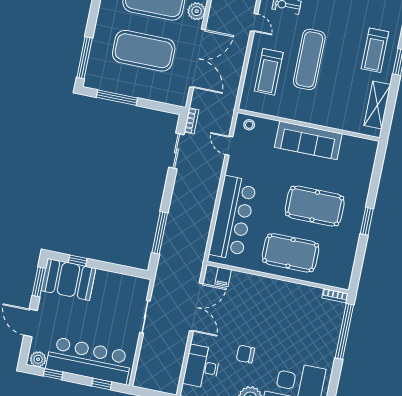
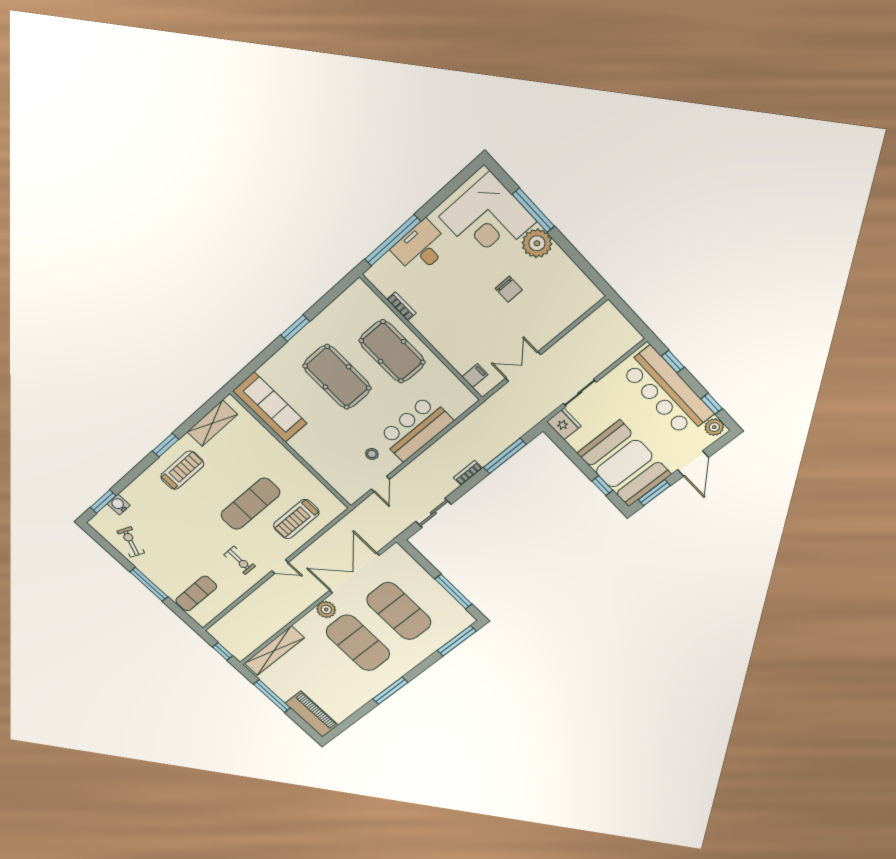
door: (254, 22) -> (280, 567), swing flipped
treadmill: (269, 72) -> (296, 519), turned 180
bookcase: (191, 121) -> (468, 473), moved
stool: (249, 125) -> (372, 454), moved
sofa: (308, 140) -> (270, 407), moved
bar counter: (233, 218) -> (415, 429), width x0.73
booth: (68, 279) -> (624, 464), width x1.36, depth x1.42
fridge: (138, 286) -> (564, 424), added
bookcase: (335, 296) -> (401, 306), moved
double door: (196, 307) -> (523, 367), width x0.73
desk: (202, 367) -> (421, 248), moved, turned 180

